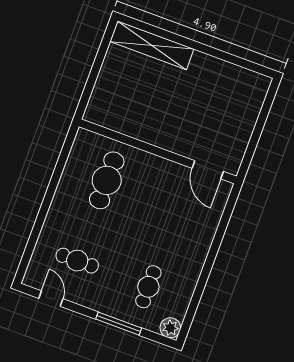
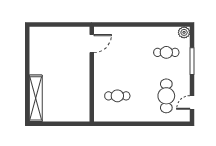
cafe table: (107, 180) -> (117, 96), width x0.73, depth x0.74
cafe table: (77, 261) -> (166, 96), width x1.37, depth x1.35

